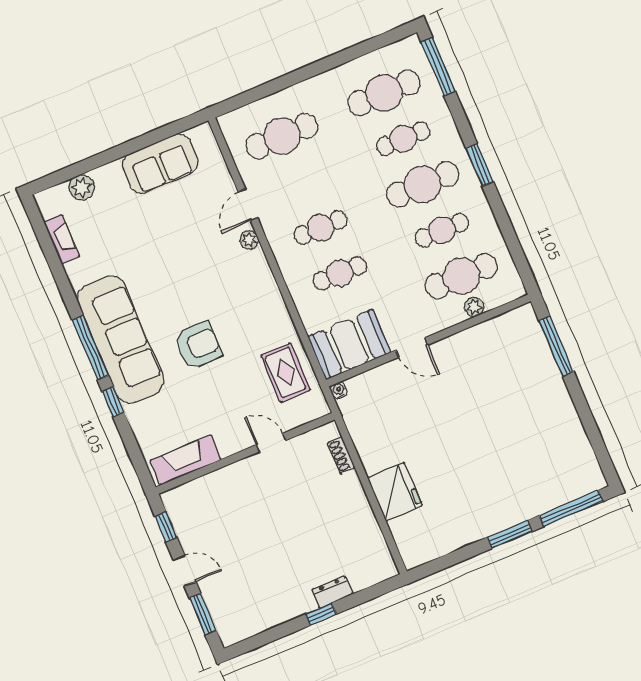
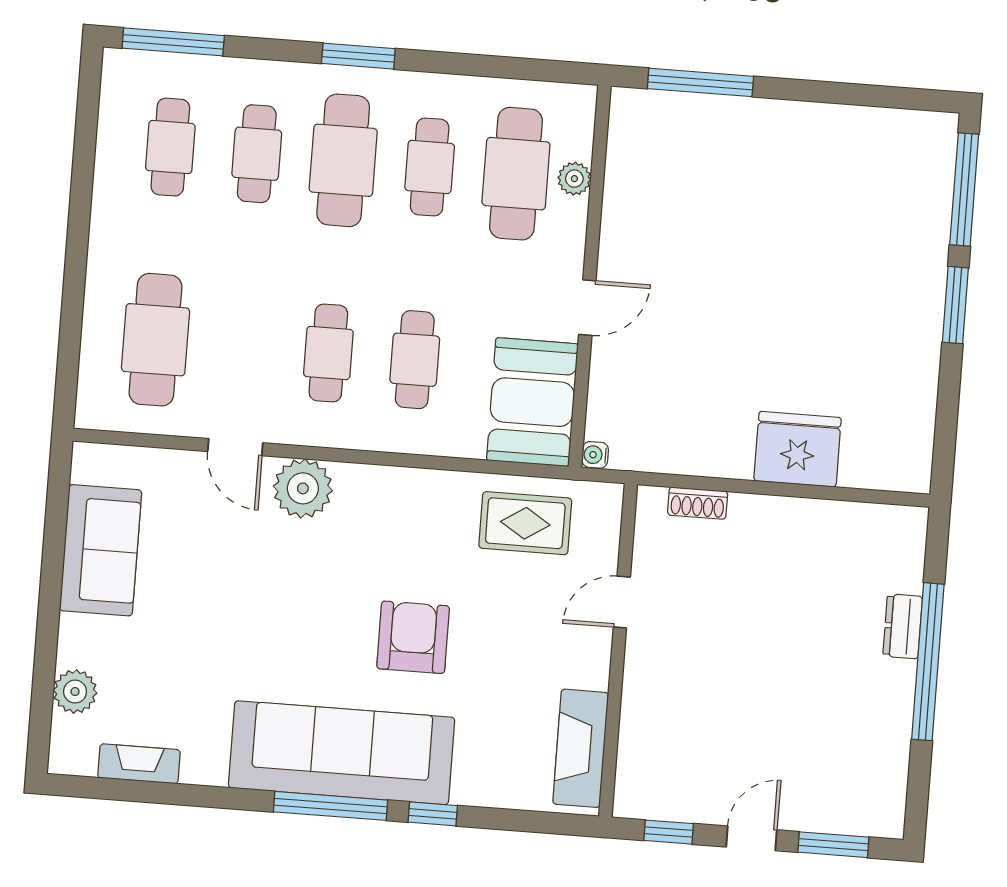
cafe table: (384, 93) -> (170, 147), width x0.73, depth x0.74
plant: (249, 240) -> (303, 488), width x1.87, depth x1.87
window: (321, 614) -> (928, 662), width x3.17

